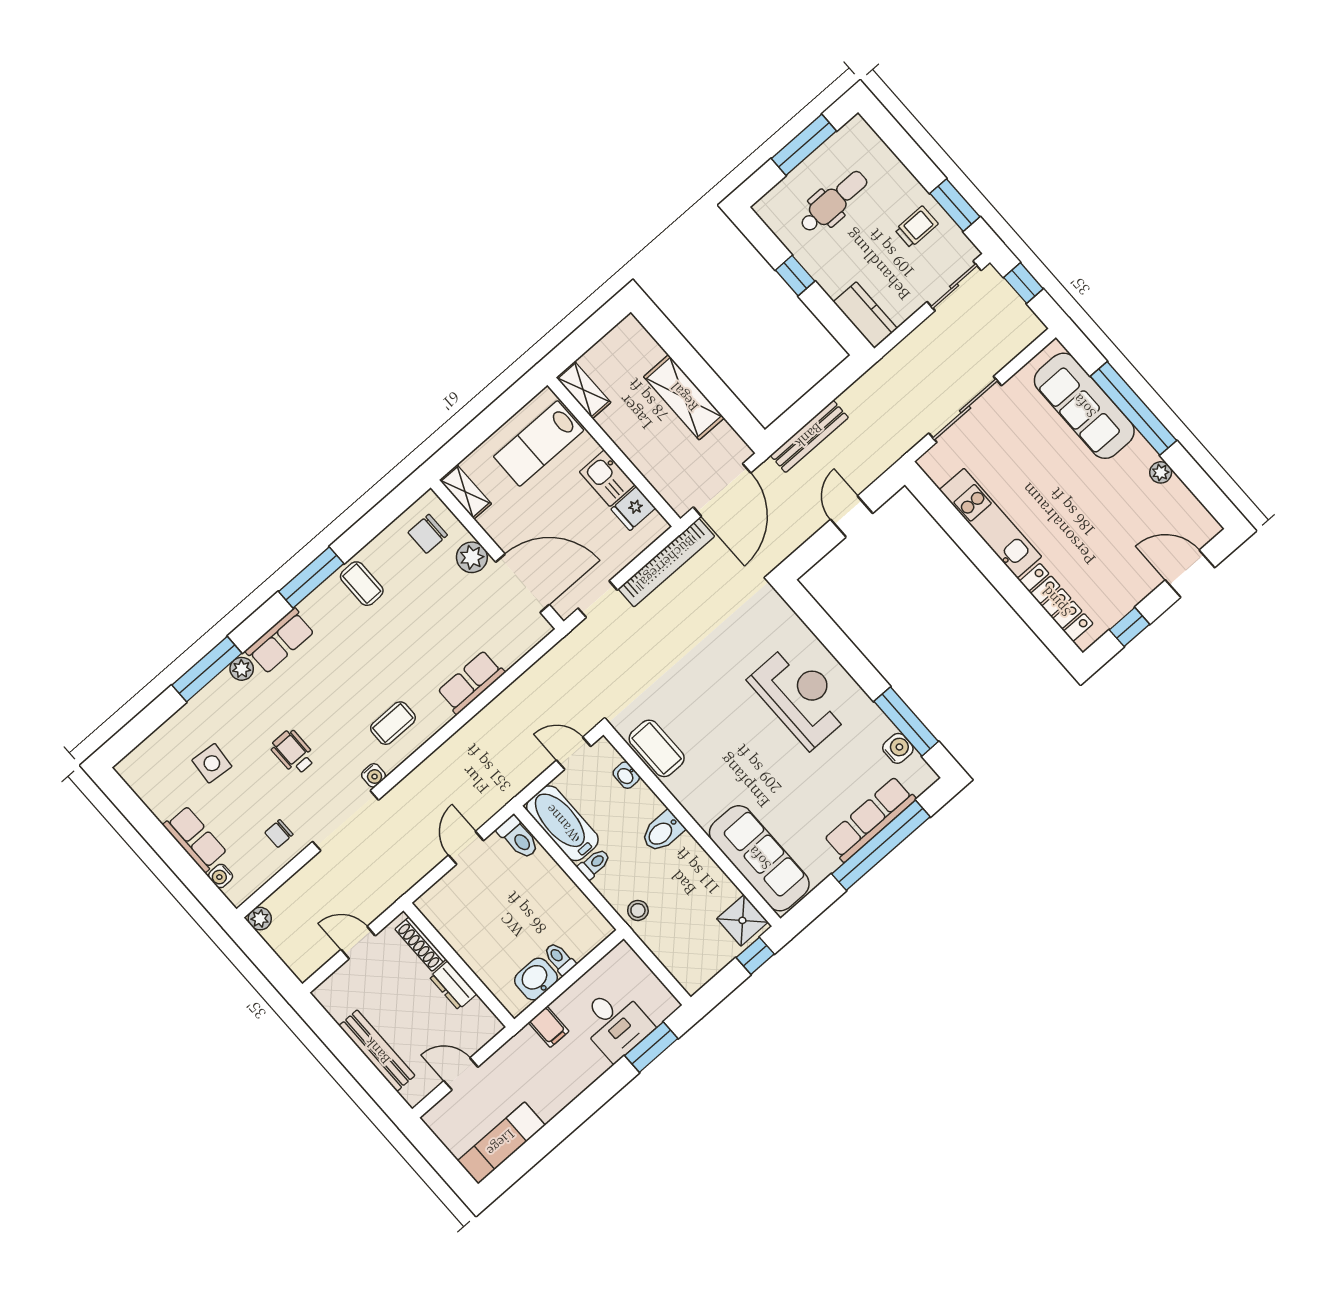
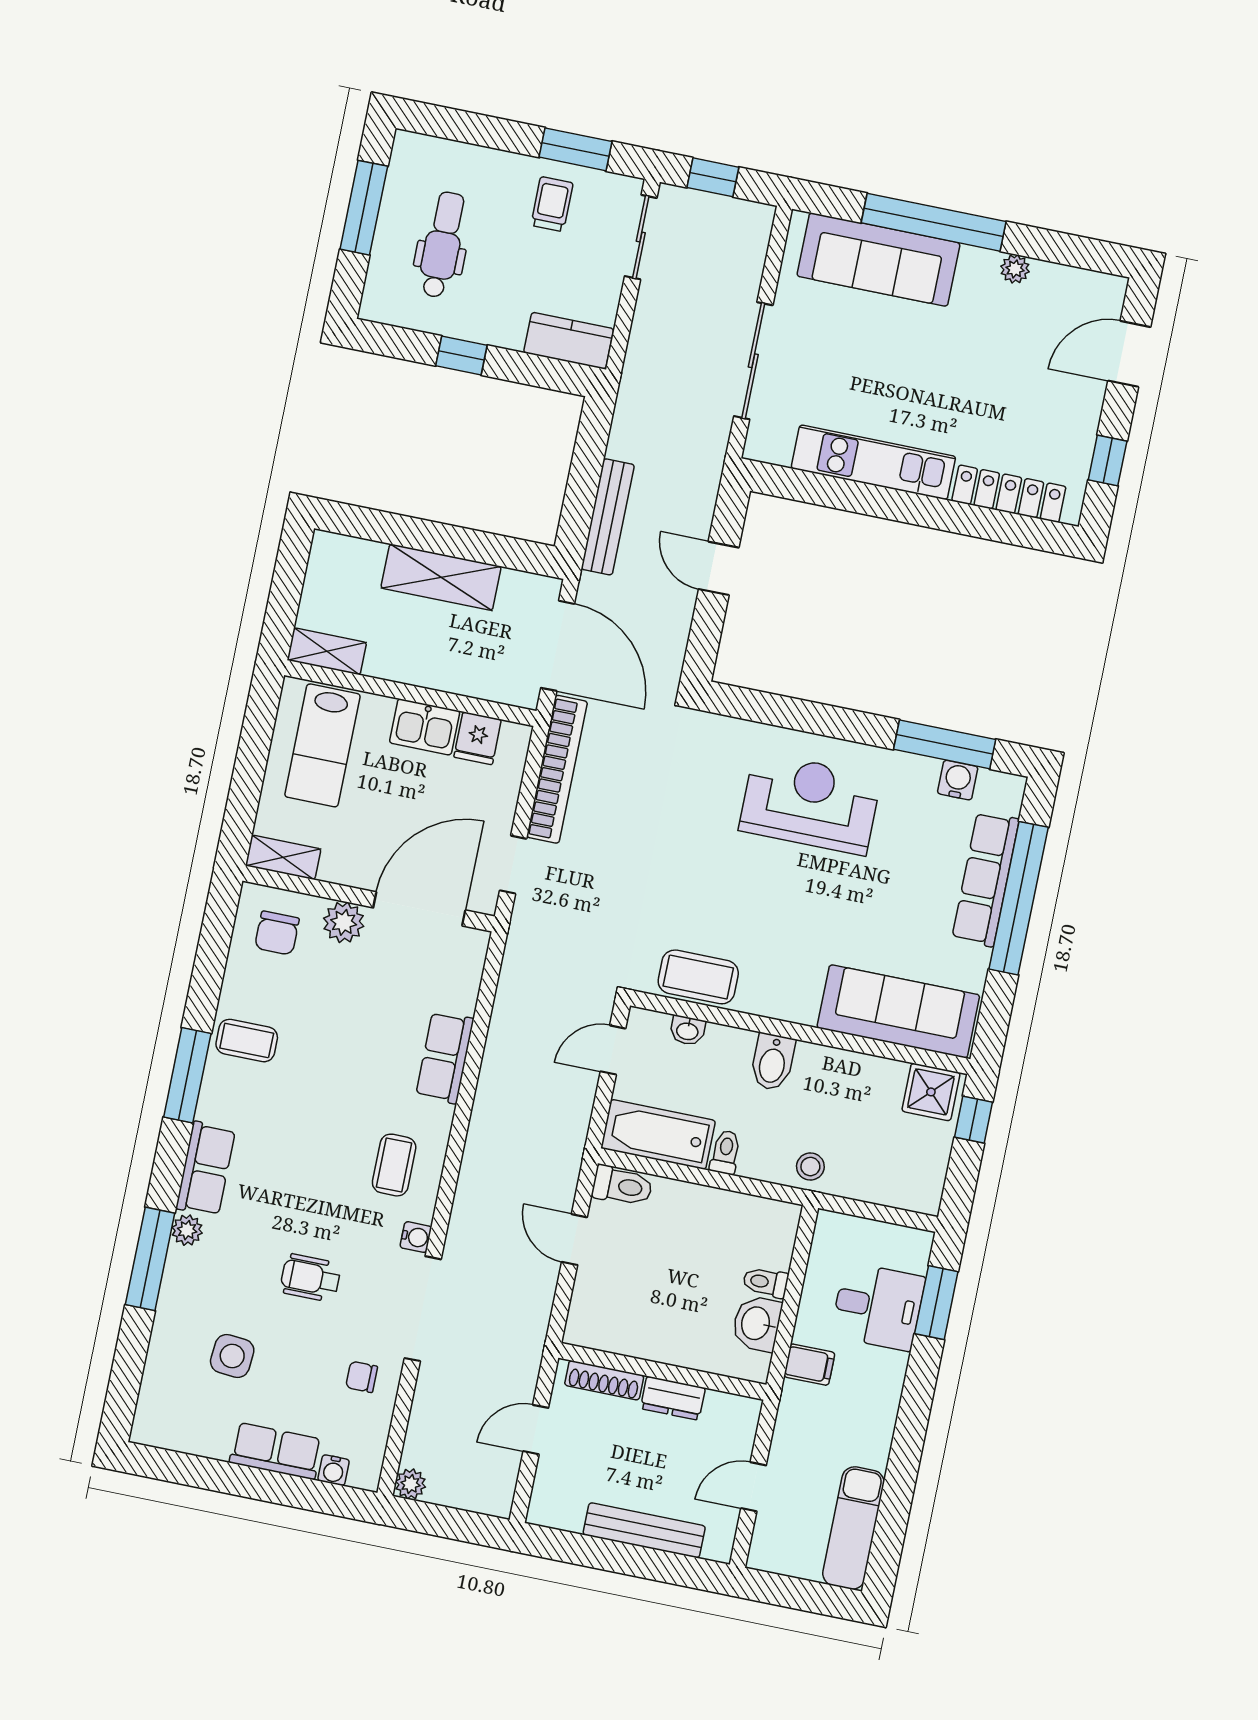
chair: (279, 834) -> (362, 1377), turned 90

